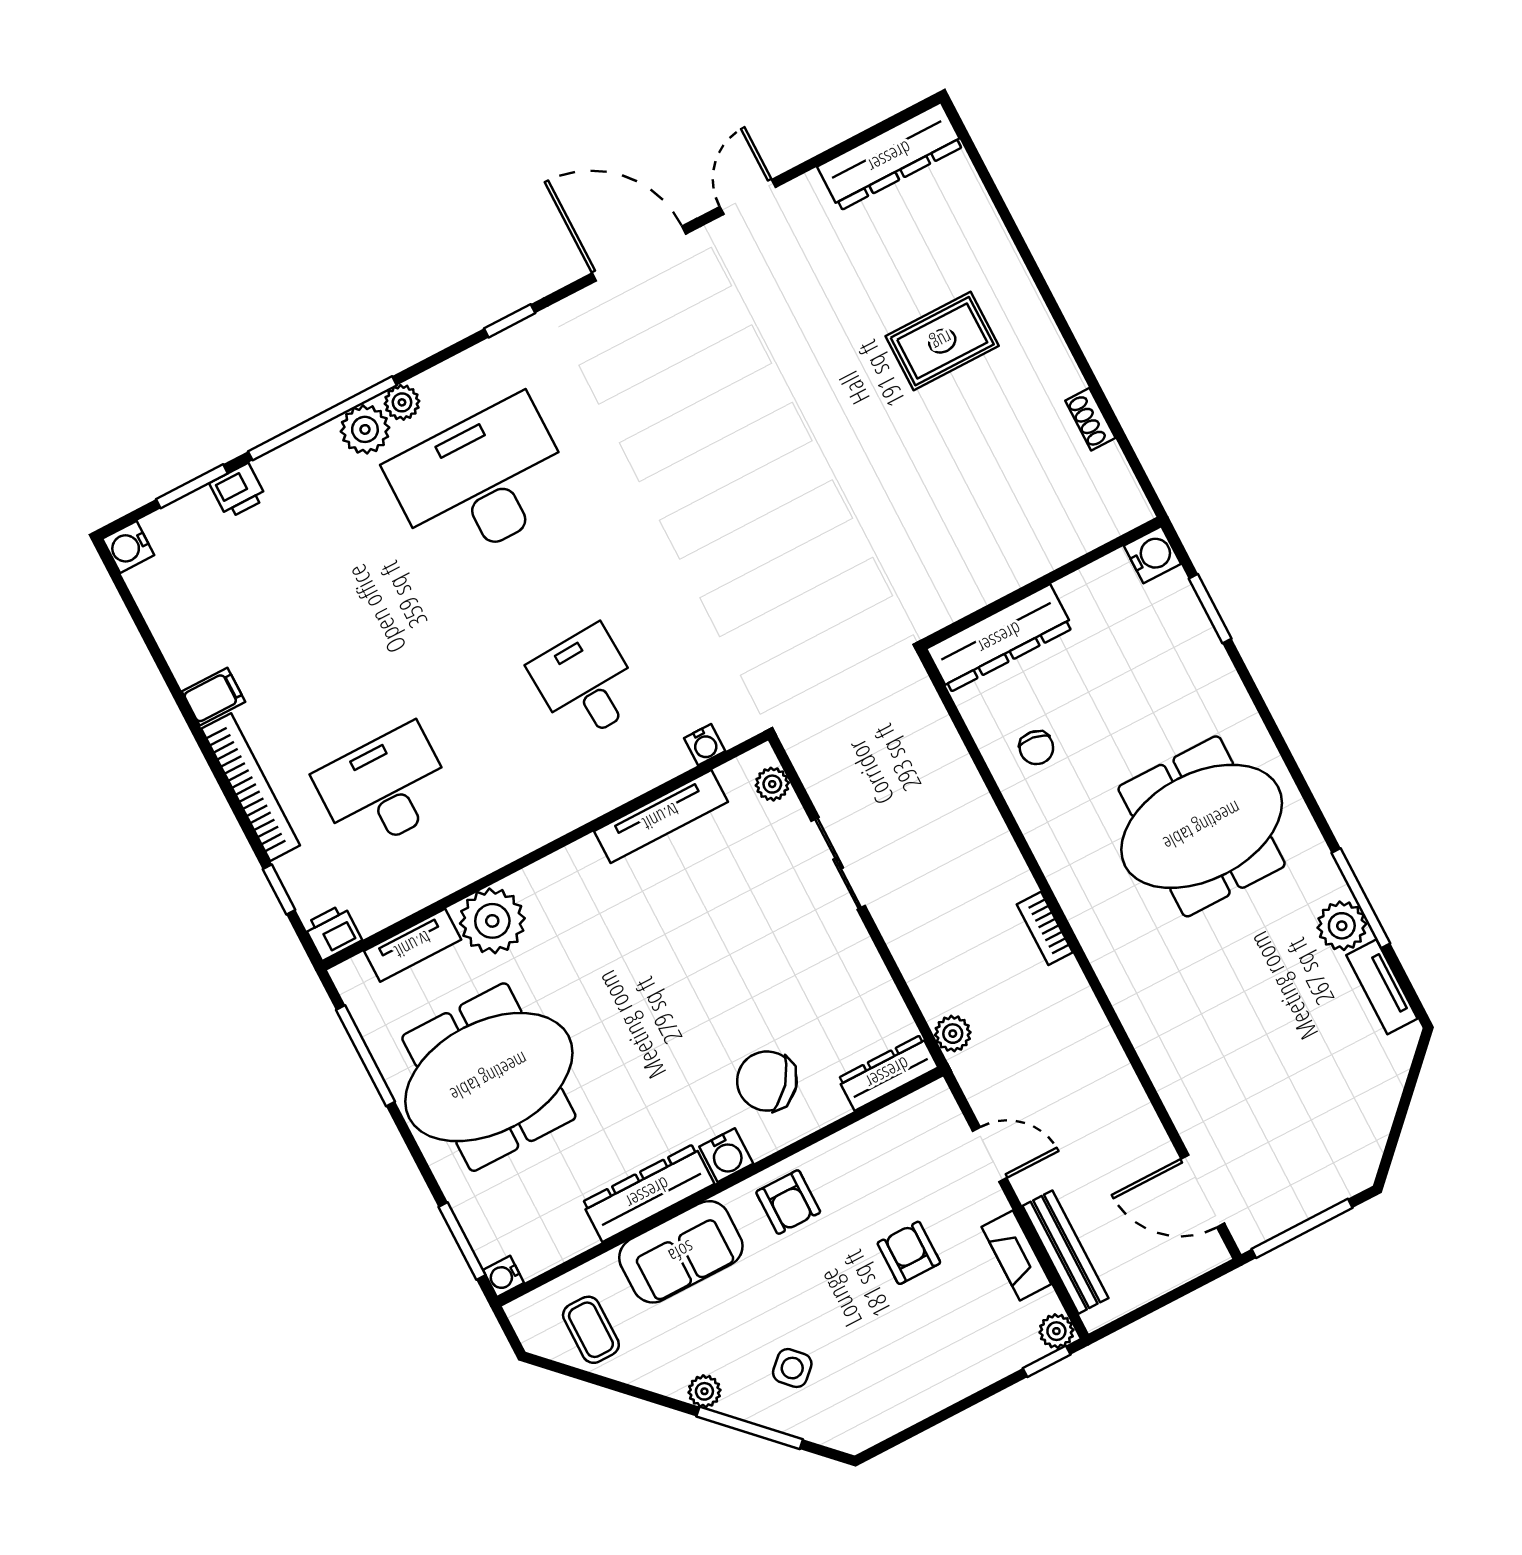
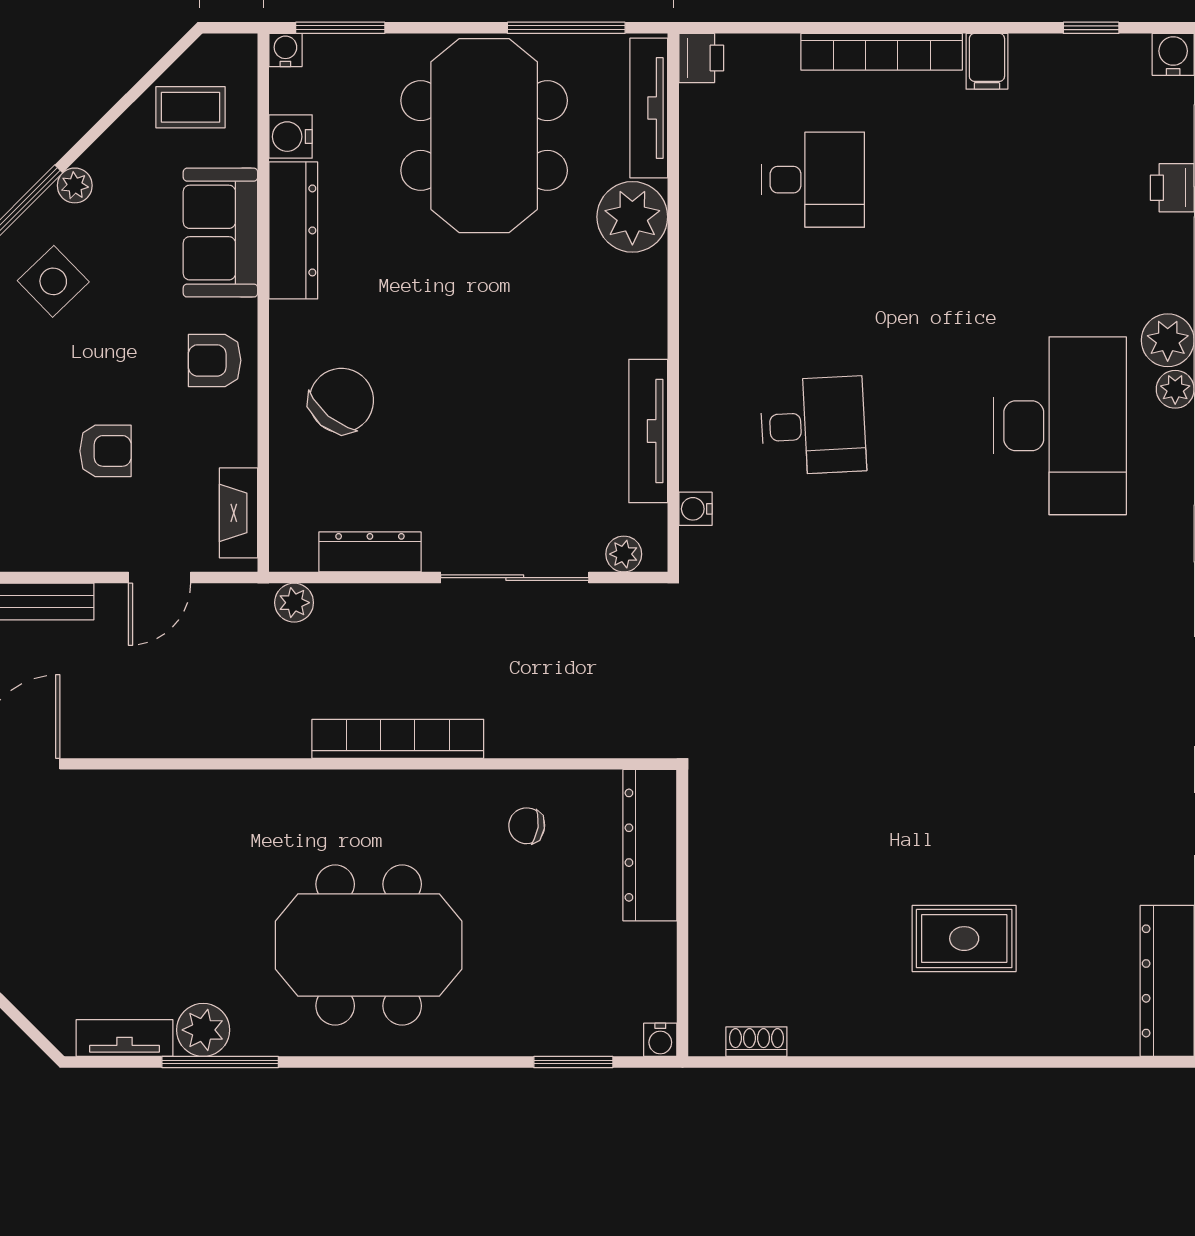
rug: (942, 341) -> (964, 939), turned 90
shoe rack: (1090, 419) -> (756, 1042), moved
water cooler: (1152, 555) -> (660, 1040), width x0.72, depth x0.72
desk: (385, 789) -> (813, 180), width x0.73
meeting table: (1202, 826) -> (369, 945), turned 90
sliding door: (838, 863) -> (515, 578), width x1.37
window: (279, 890) -> (1091, 28), moved
bookcase: (1045, 928) -> (398, 739), width x2.31, depth x1.31
tv unit: (413, 945) -> (649, 108), width x1.41
dresser: (888, 1073) -> (370, 552), moved, turned -90
water cooler: (726, 1155) -> (291, 137), moved
fireplace: (1016, 1255) -> (238, 513), moved, turned -90
side table: (792, 1368) -> (53, 281), width x1.37, depth x1.37

